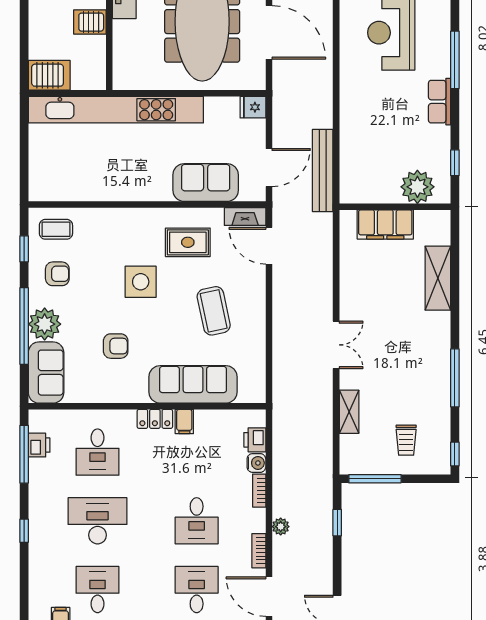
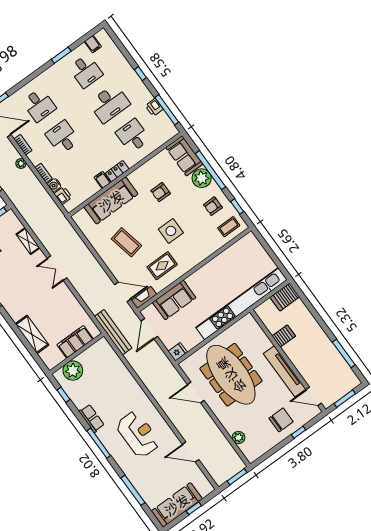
door: (269, 32) -> (196, 392), width x0.73
bench: (323, 171) -> (113, 332), moved
printer: (39, 445) -> (154, 107), moved

